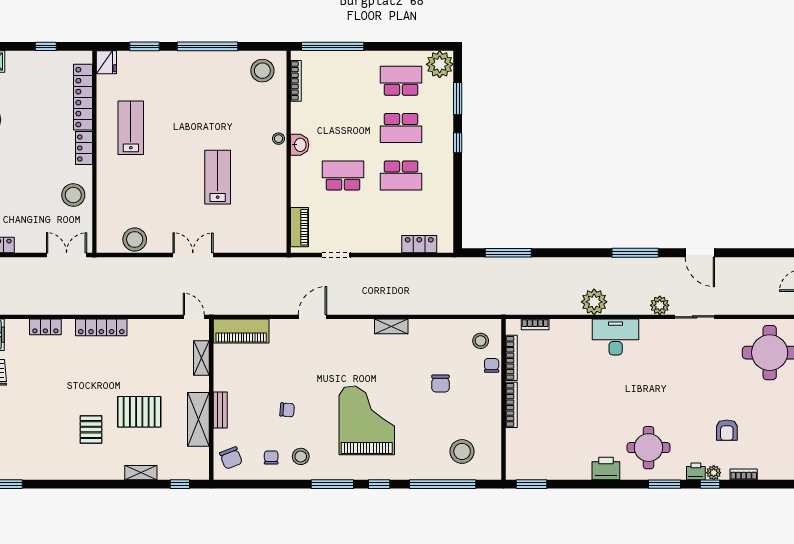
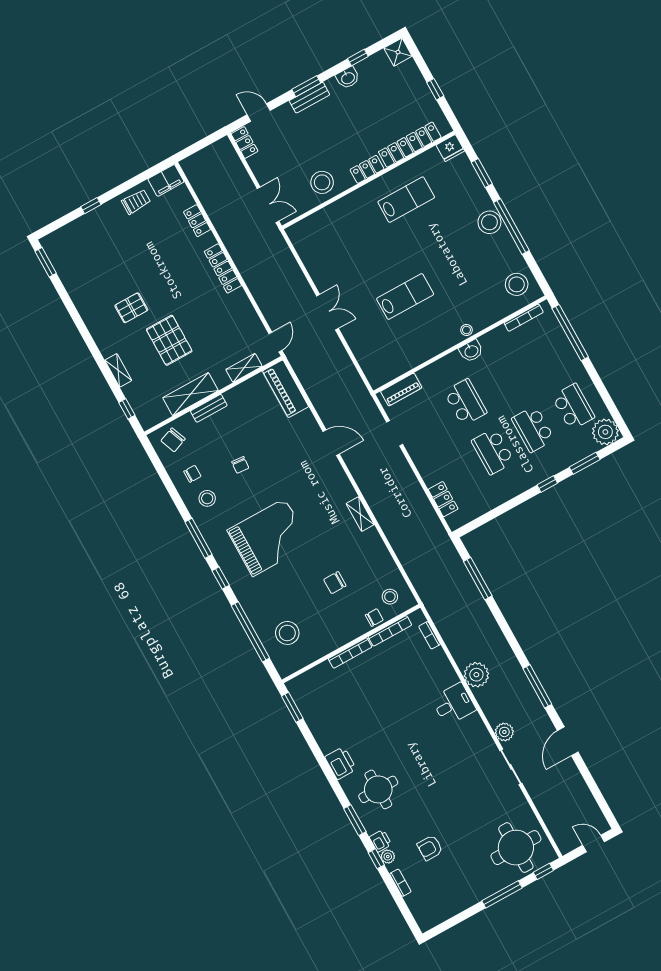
stool: (135, 239) -> (489, 222), moved
desk: (616, 337) -> (454, 704), width x0.73

